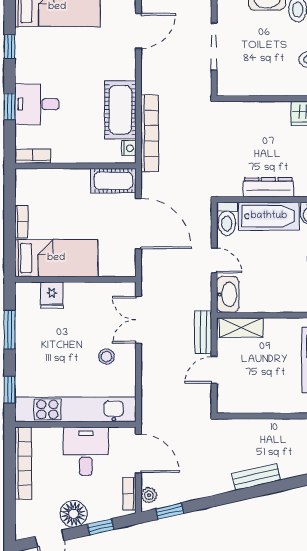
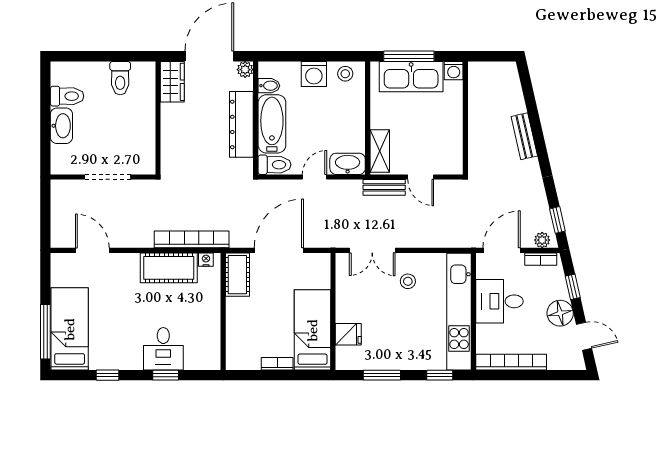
bookcase: (33, 156) -> (214, 353), removed
dresser: (268, 187) -> (241, 124), width x1.37, depth x1.24

